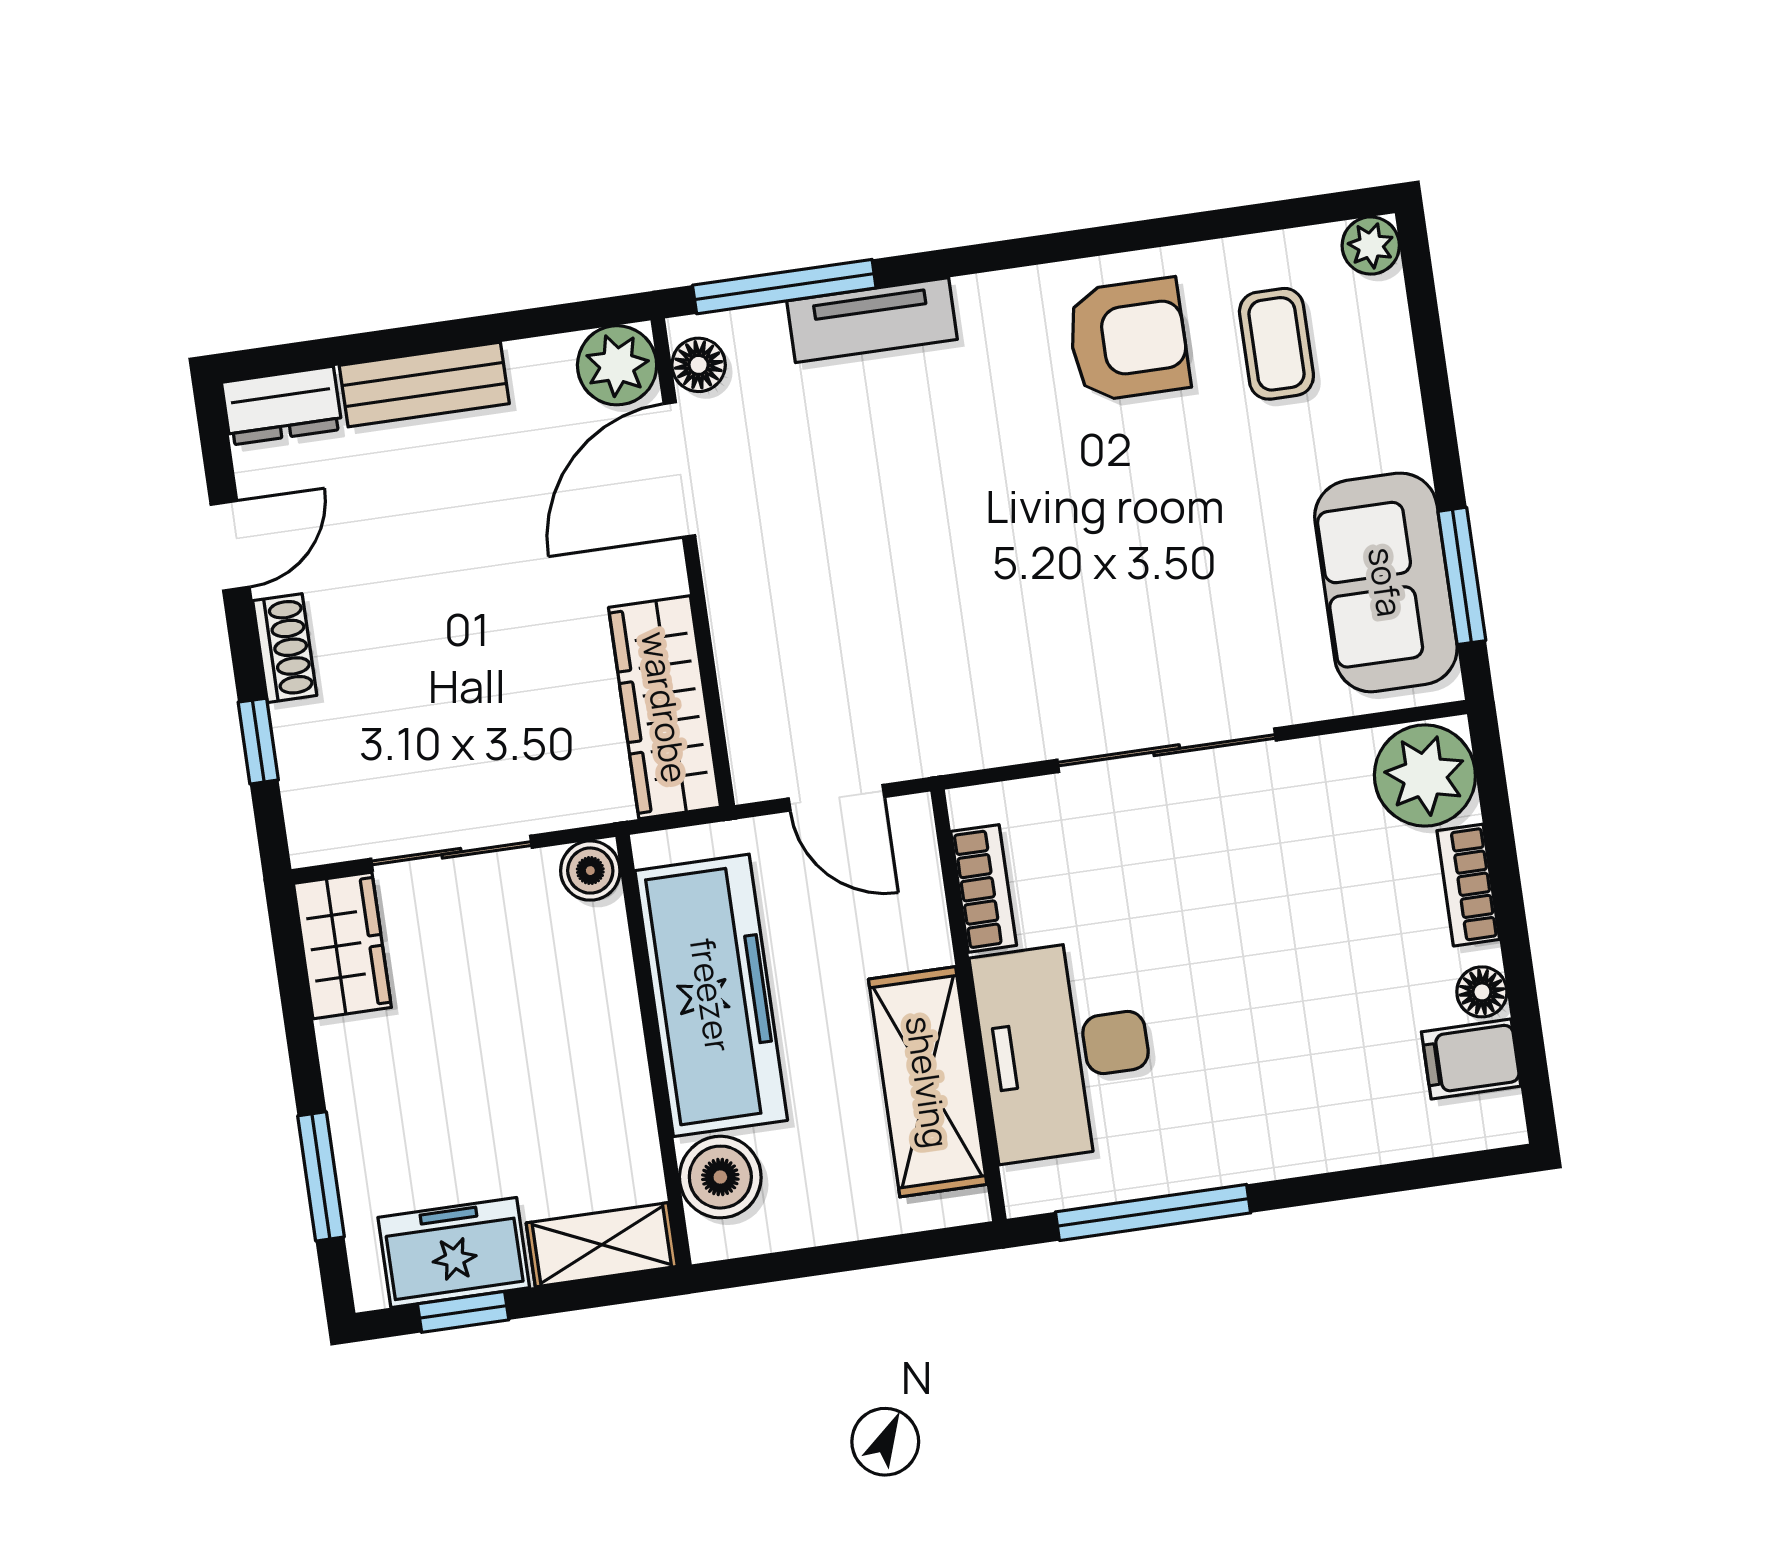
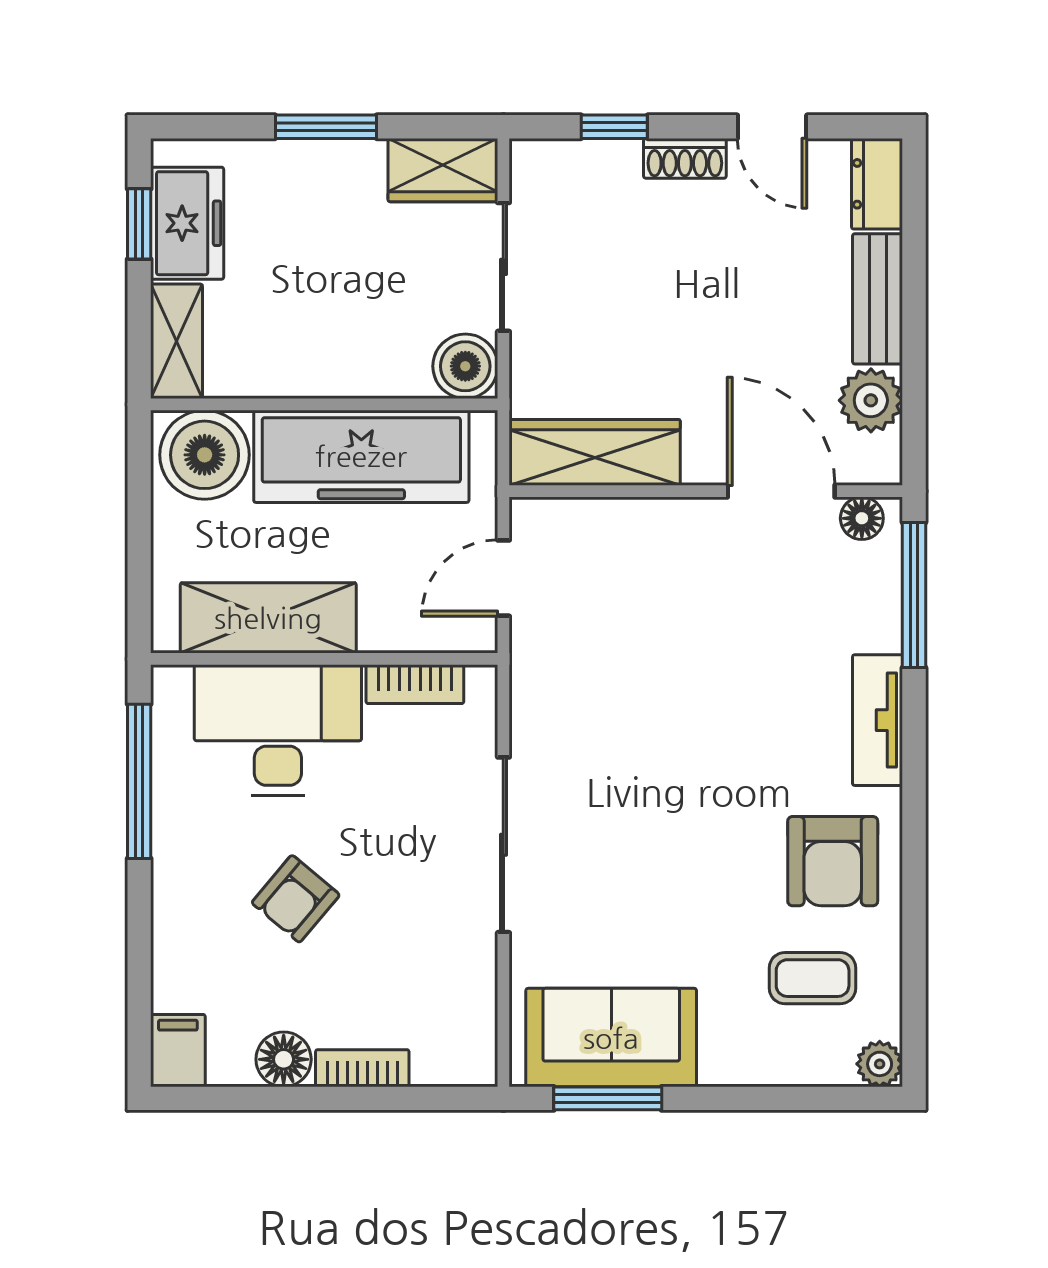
tv unit: (872, 320) -> (877, 720), moved
plant: (617, 365) -> (871, 400), moved
plant: (1425, 775) -> (454, 1046), removed
boiler: (590, 871) -> (465, 366), width x1.36, depth x1.36
floor lamp: (1482, 992) -> (284, 1059), width x1.37, depth x1.37
armchair: (1271, 998) -> (296, 899), added
filing cabinet: (1471, 1059) -> (178, 1051), moved
window: (321, 1176) -> (326, 127), moved
boiler: (720, 1177) -> (205, 455), width x1.37, depth x1.37

